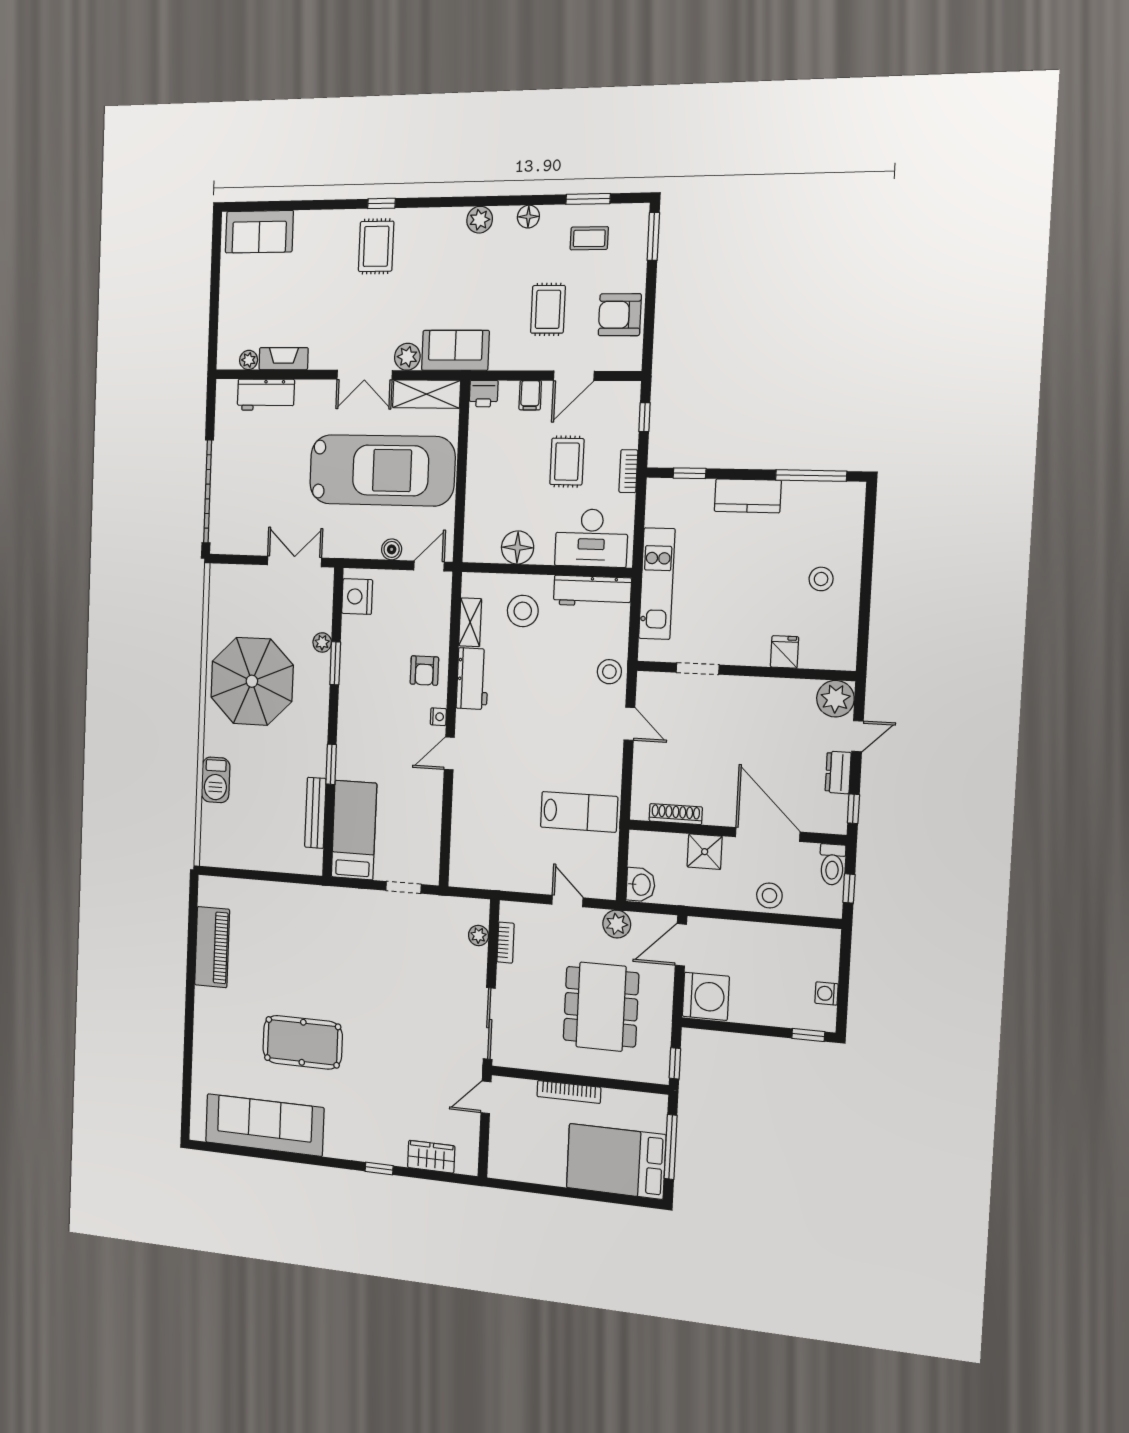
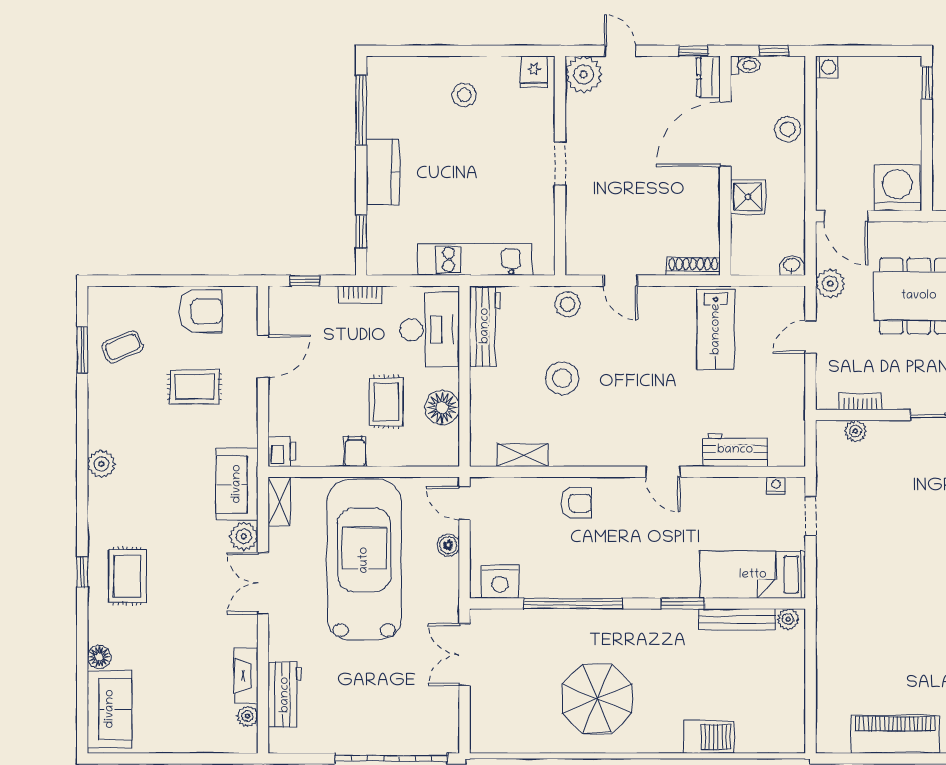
floor lamp: (528, 217) -> (99, 657), moved
window: (653, 236) -> (122, 281), removed
coffee table: (589, 238) -> (122, 347), turned 67
rug: (376, 246) -> (127, 576), turned 90
armchair: (620, 315) -> (201, 311), turned -90
double door: (365, 375) -> (263, 583), swing flipped
door: (574, 376) -> (263, 356), hinge flipped
shelving: (426, 394) -> (279, 501), width x0.67, depth x0.75
filing cabinet: (530, 395) -> (355, 451), moved, turned -90
rug: (567, 462) -> (386, 402), moved, turned 90
stool: (523, 611) -> (562, 378), moved
plant: (322, 642) -> (788, 619), moved
fridge: (785, 652) -> (534, 72), moved, turned -90
window: (335, 663) -> (573, 603), width x2.11
doorway: (698, 669) -> (560, 164), moved
workbench: (472, 679) -> (735, 450), moved
parasol: (252, 681) -> (597, 699), width x0.73, depth x0.73
nightstand: (438, 717) -> (776, 486), moved
door: (629, 724) -> (621, 281), swing flipped
dresser: (838, 772) -> (708, 77), moved, turned 90
lab bench: (579, 812) -> (716, 329), turned 180
shoe rack: (676, 814) -> (693, 266), moved, turned 90
toilet: (832, 864) -> (745, 65), width x0.73, depth x0.72
washbasin: (641, 885) -> (792, 265), width x0.72, depth x0.69
washing machine: (827, 993) -> (827, 67), moved, turned -90

